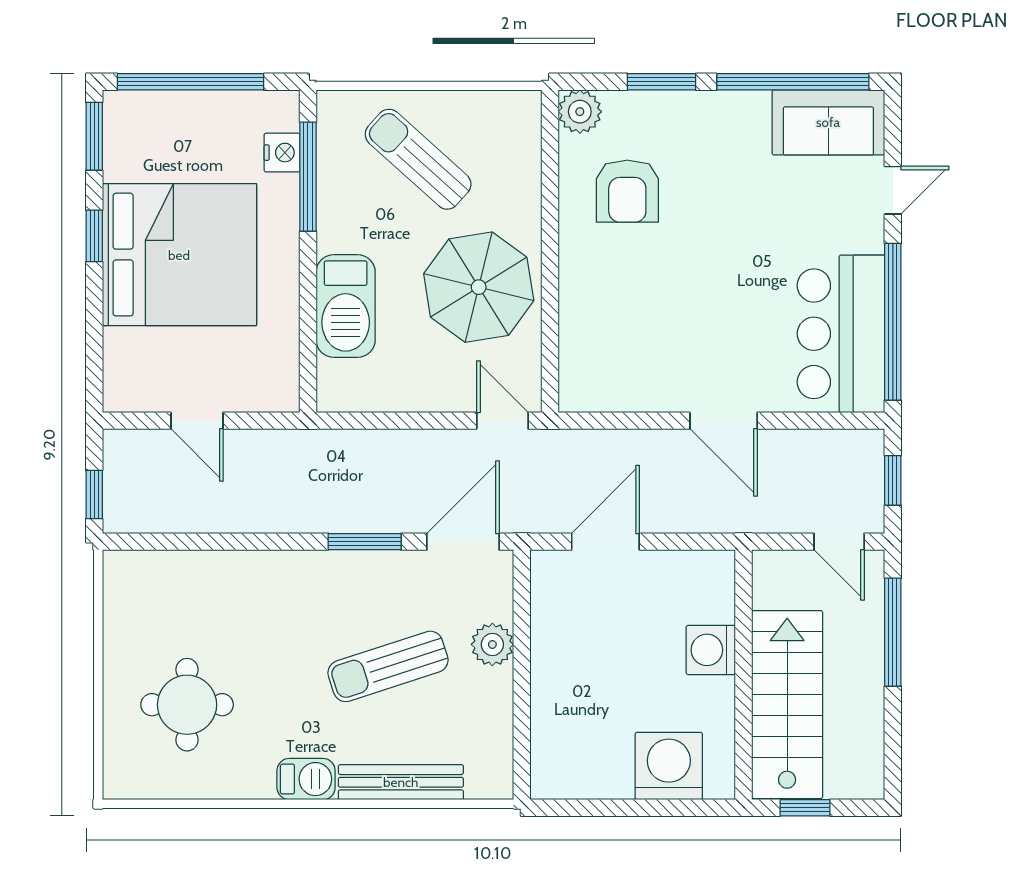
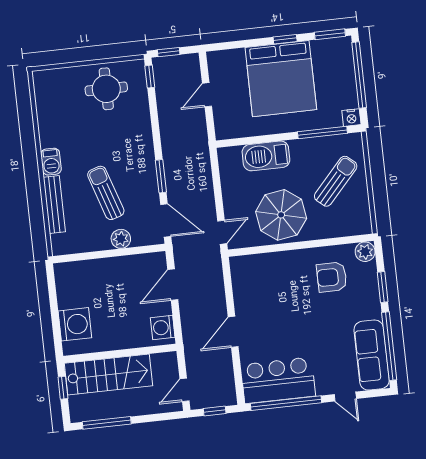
sofa: (828, 122) -> (372, 355), width x1.36
nightstand: (282, 153) -> (351, 118), moved
window: (143, 542) -> (150, 77), added
door: (605, 542) -> (173, 285), swing flipped
window: (893, 632) -> (107, 423), moved
washing machine: (711, 650) -> (163, 327), moved, turned -90
round table: (187, 705) -> (106, 89), moved

